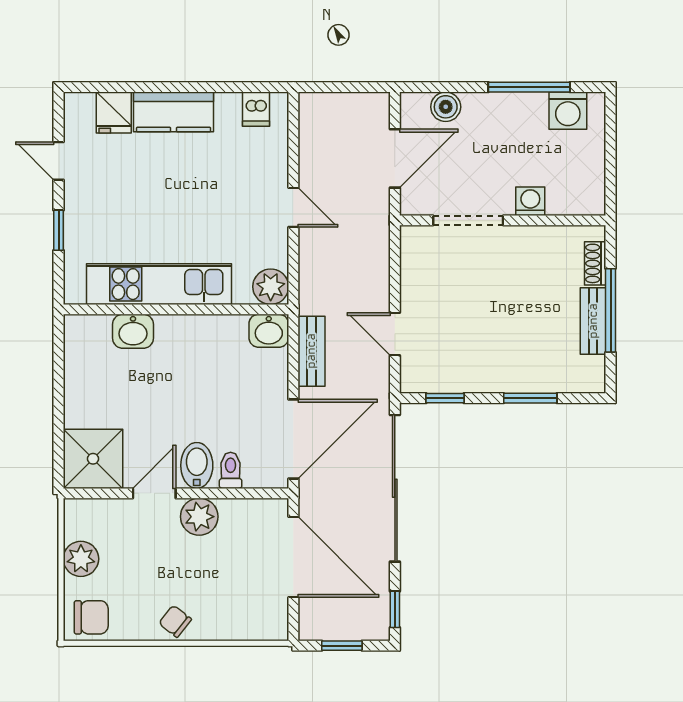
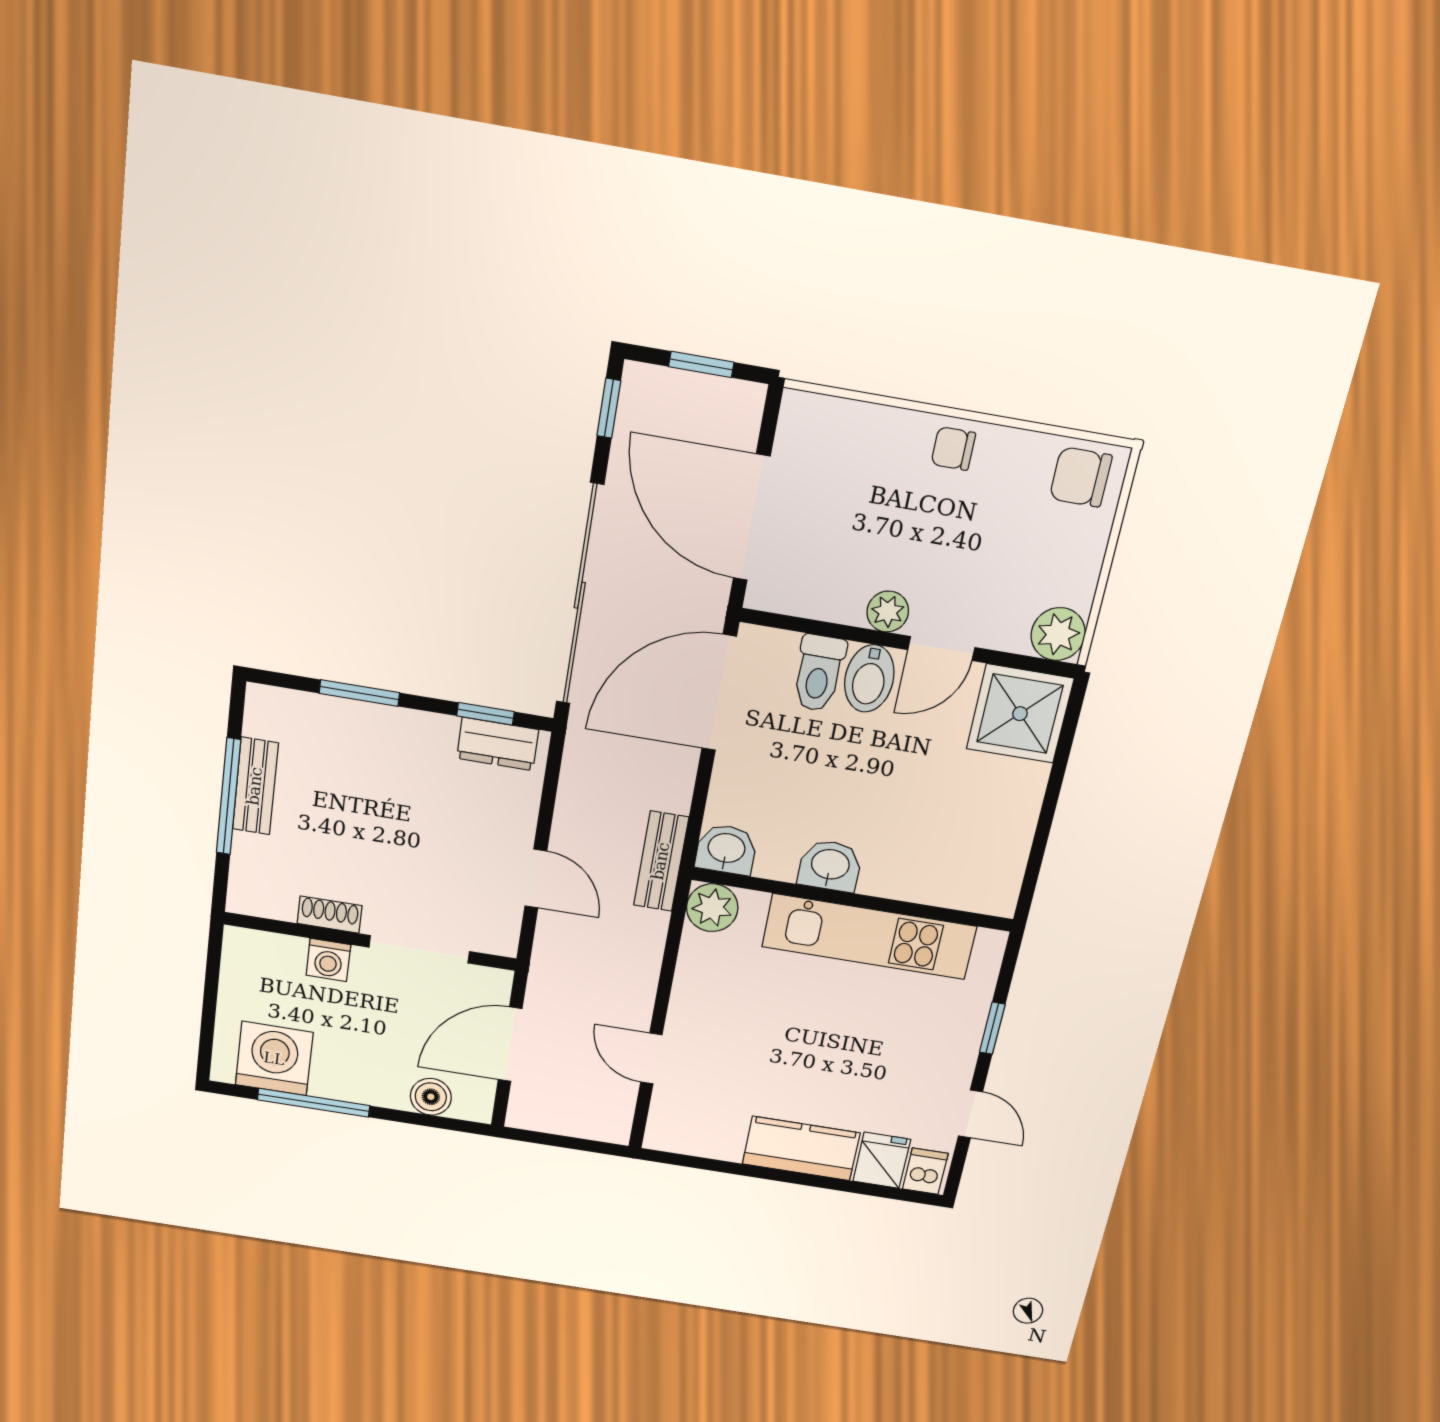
dishwasher: (256, 109) -> (925, 1171), moved
washing machine: (568, 111) -> (274, 1059), width x1.37, depth x1.37
door: (293, 207) -> (651, 1059), moved
shoe rack: (595, 263) -> (330, 915), moved, turned -90
washbasin: (133, 331) -> (830, 866), moved
door: (395, 334) -> (536, 879), moved
bench: (311, 351) -> (661, 861), moved
dresser: (434, 379) -> (498, 744), added
toilet: (231, 470) -> (819, 673), width x1.37, depth x1.39
plant: (199, 517) -> (888, 611), width x0.73, depth x0.73
plant: (81, 559) -> (1058, 634), moved
chair: (175, 621) -> (953, 449), turned 142

